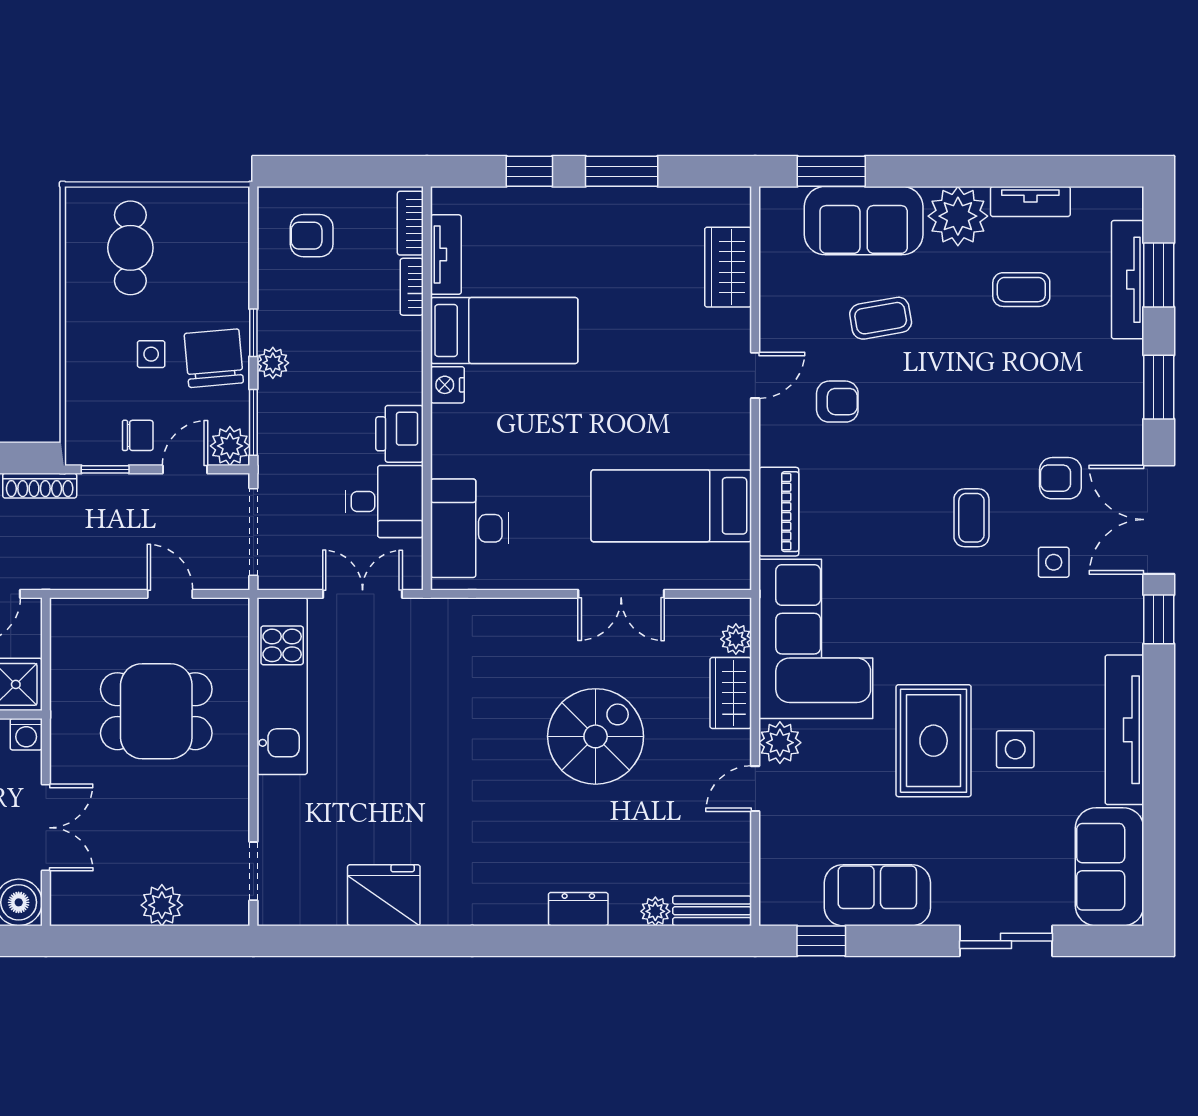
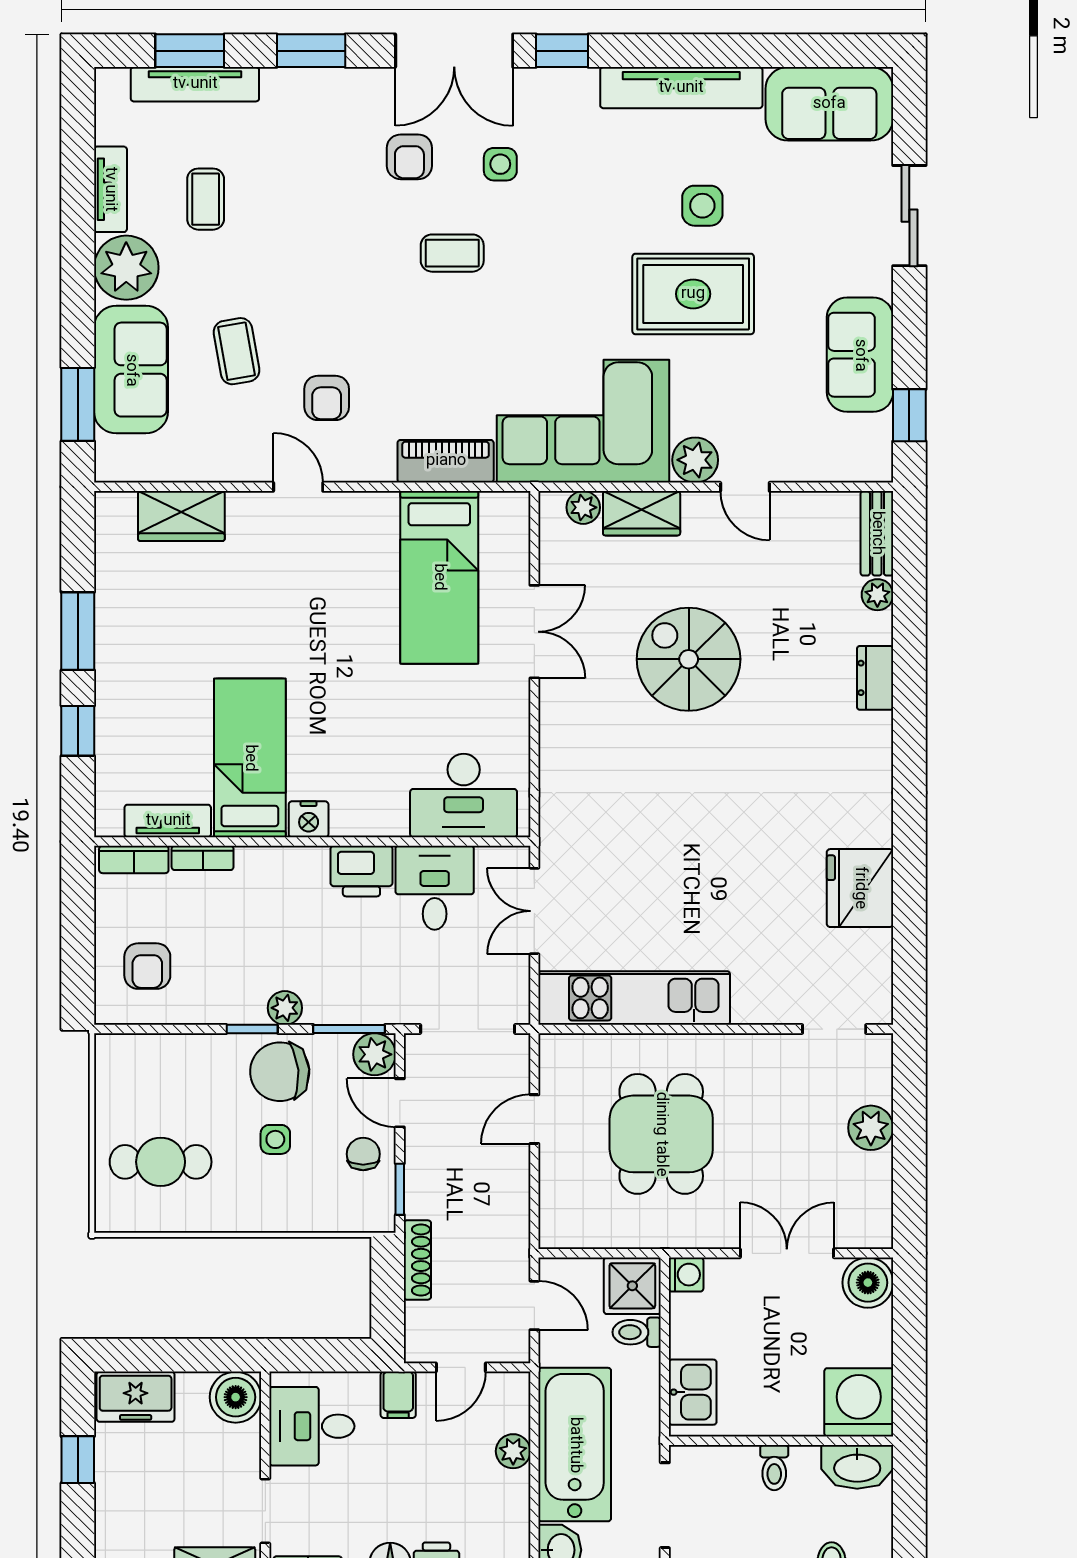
armchair: (837, 402) -> (327, 398), turned 180

